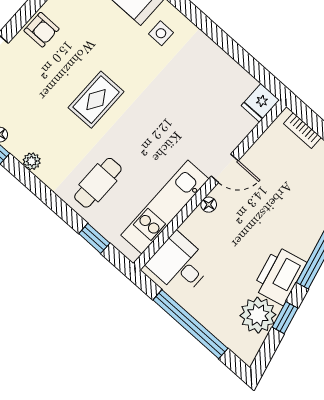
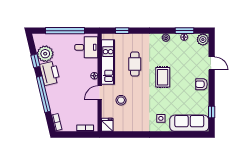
stool: (200, 124) -> (121, 100), added
cafe table: (98, 183) -> (135, 64), moved

